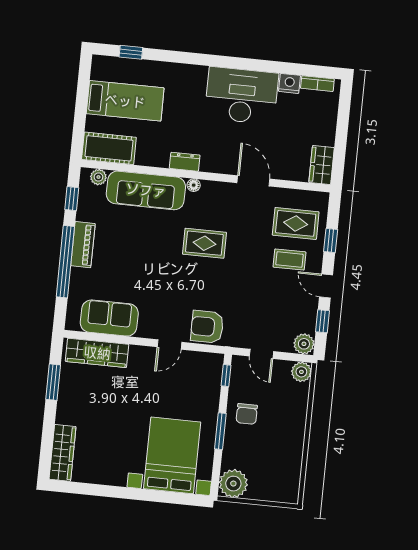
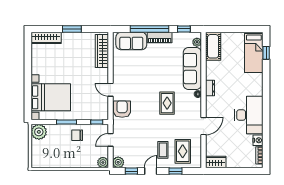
bed: (125, 101) -> (254, 52), moved
sofa: (109, 318) -> (131, 41), moved, turned 90
window: (53, 382) -> (72, 29), moved

